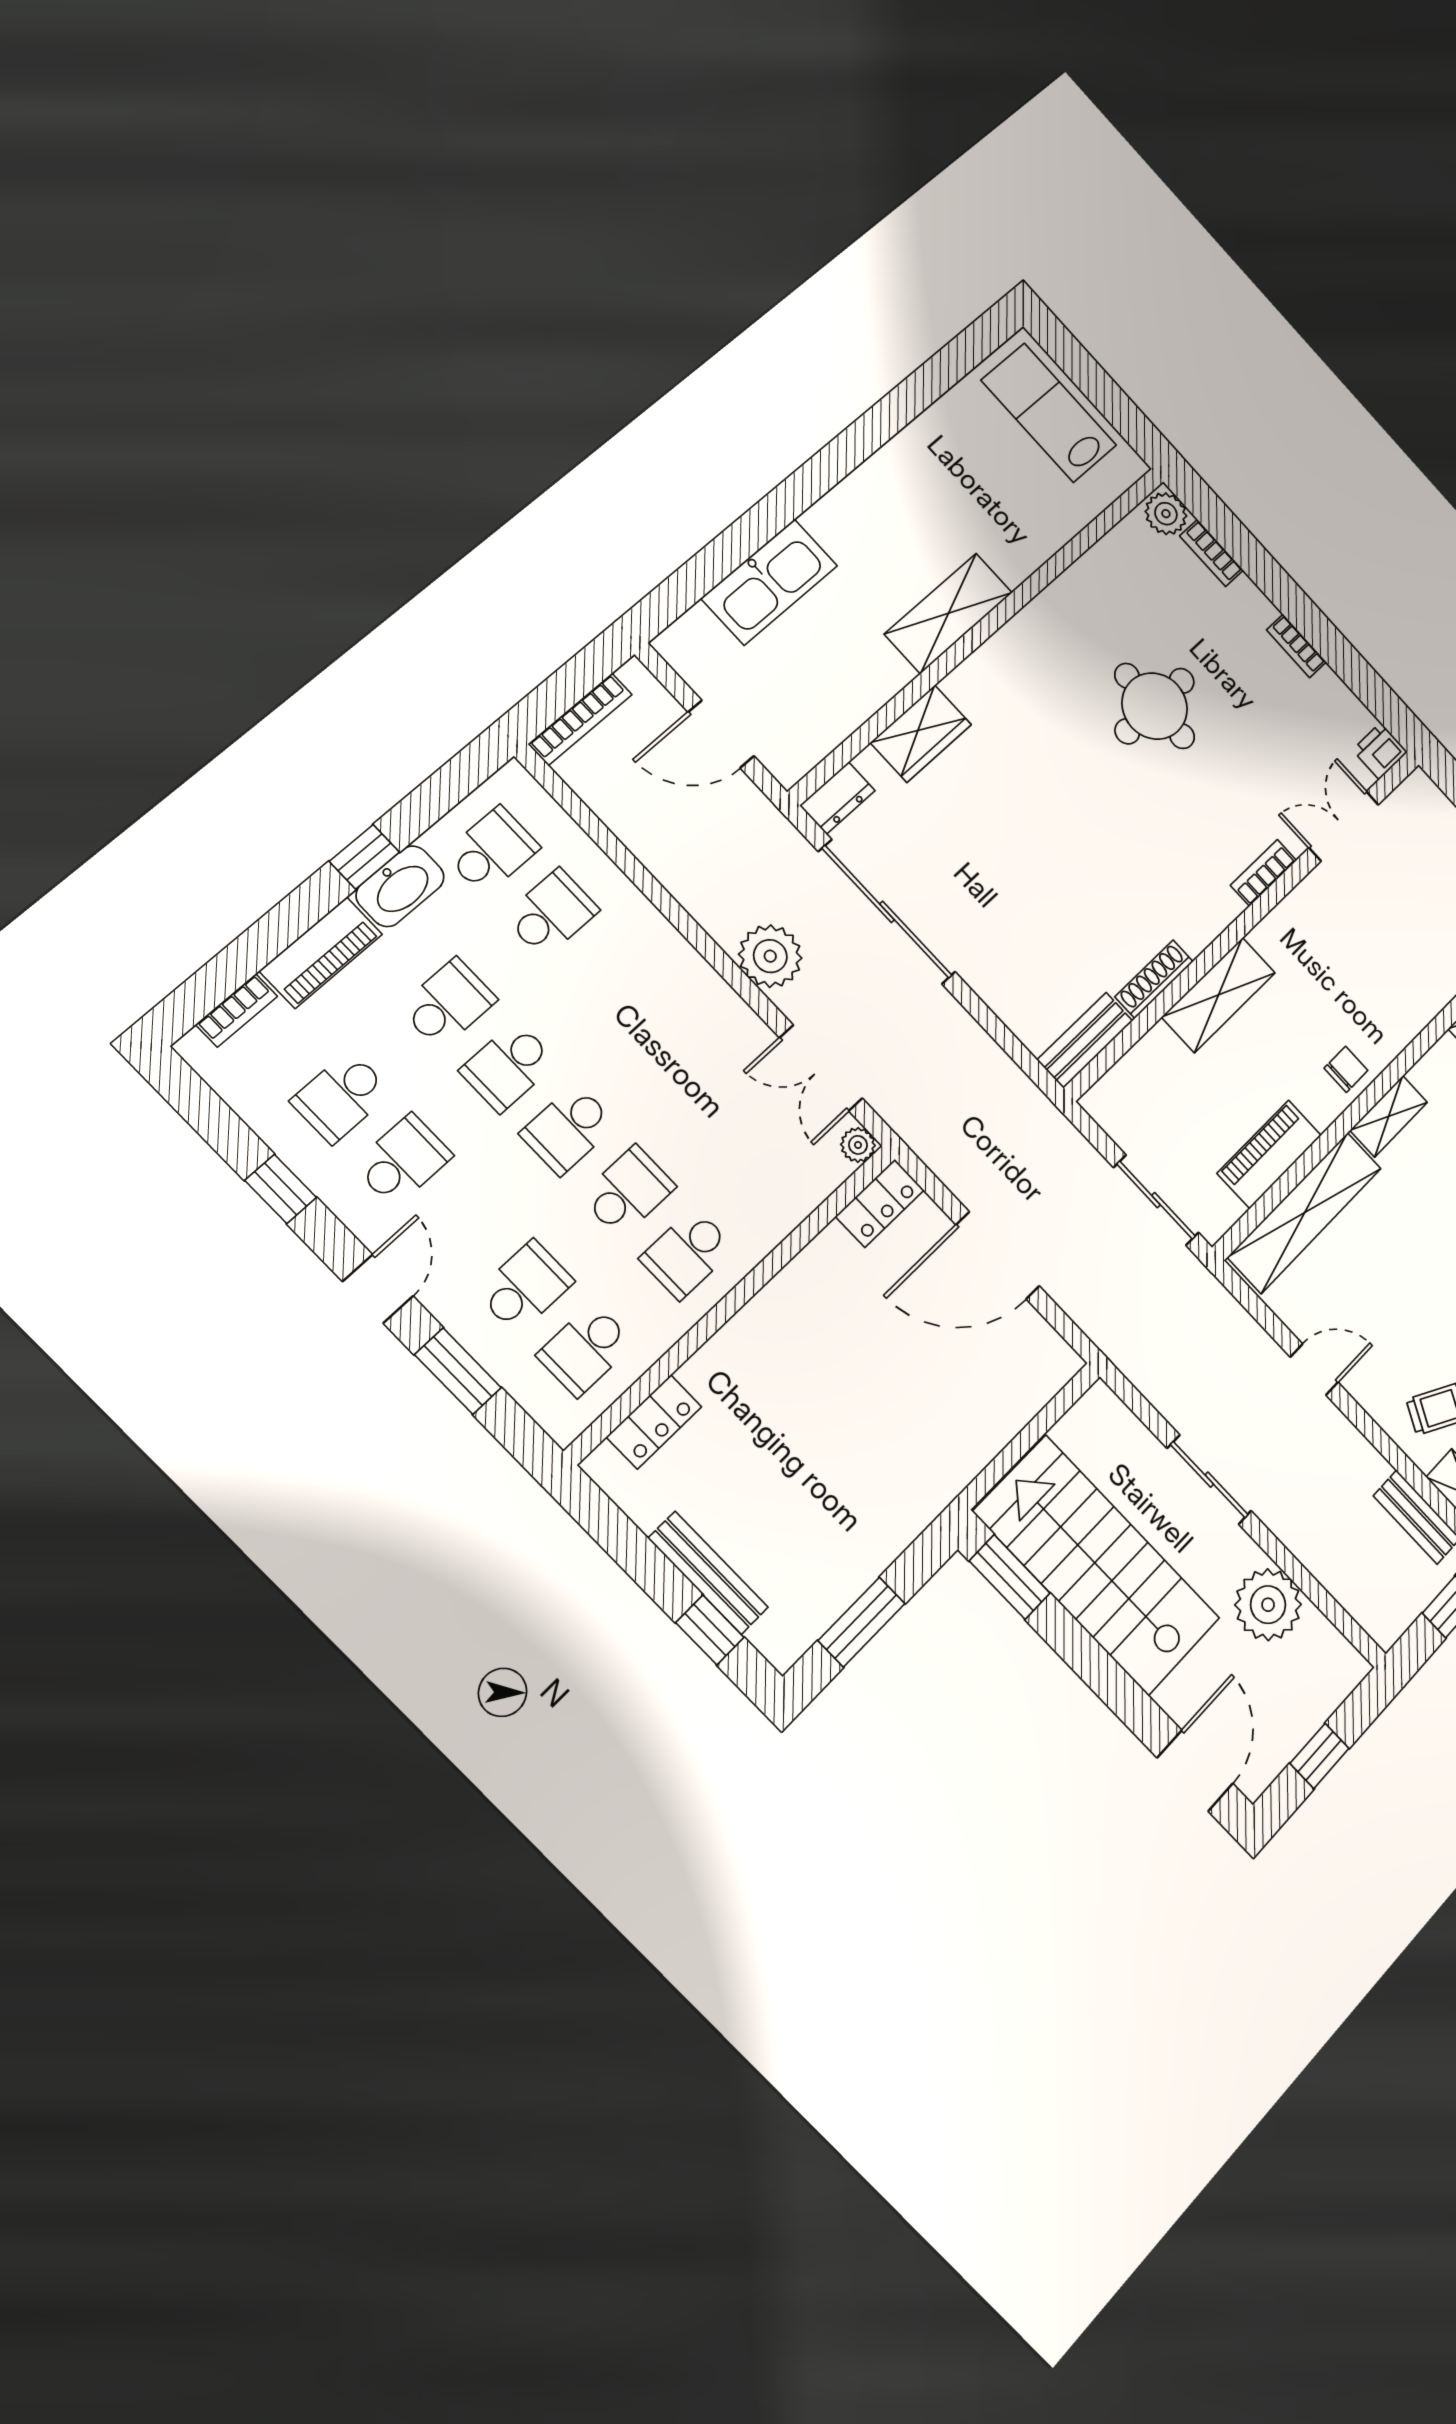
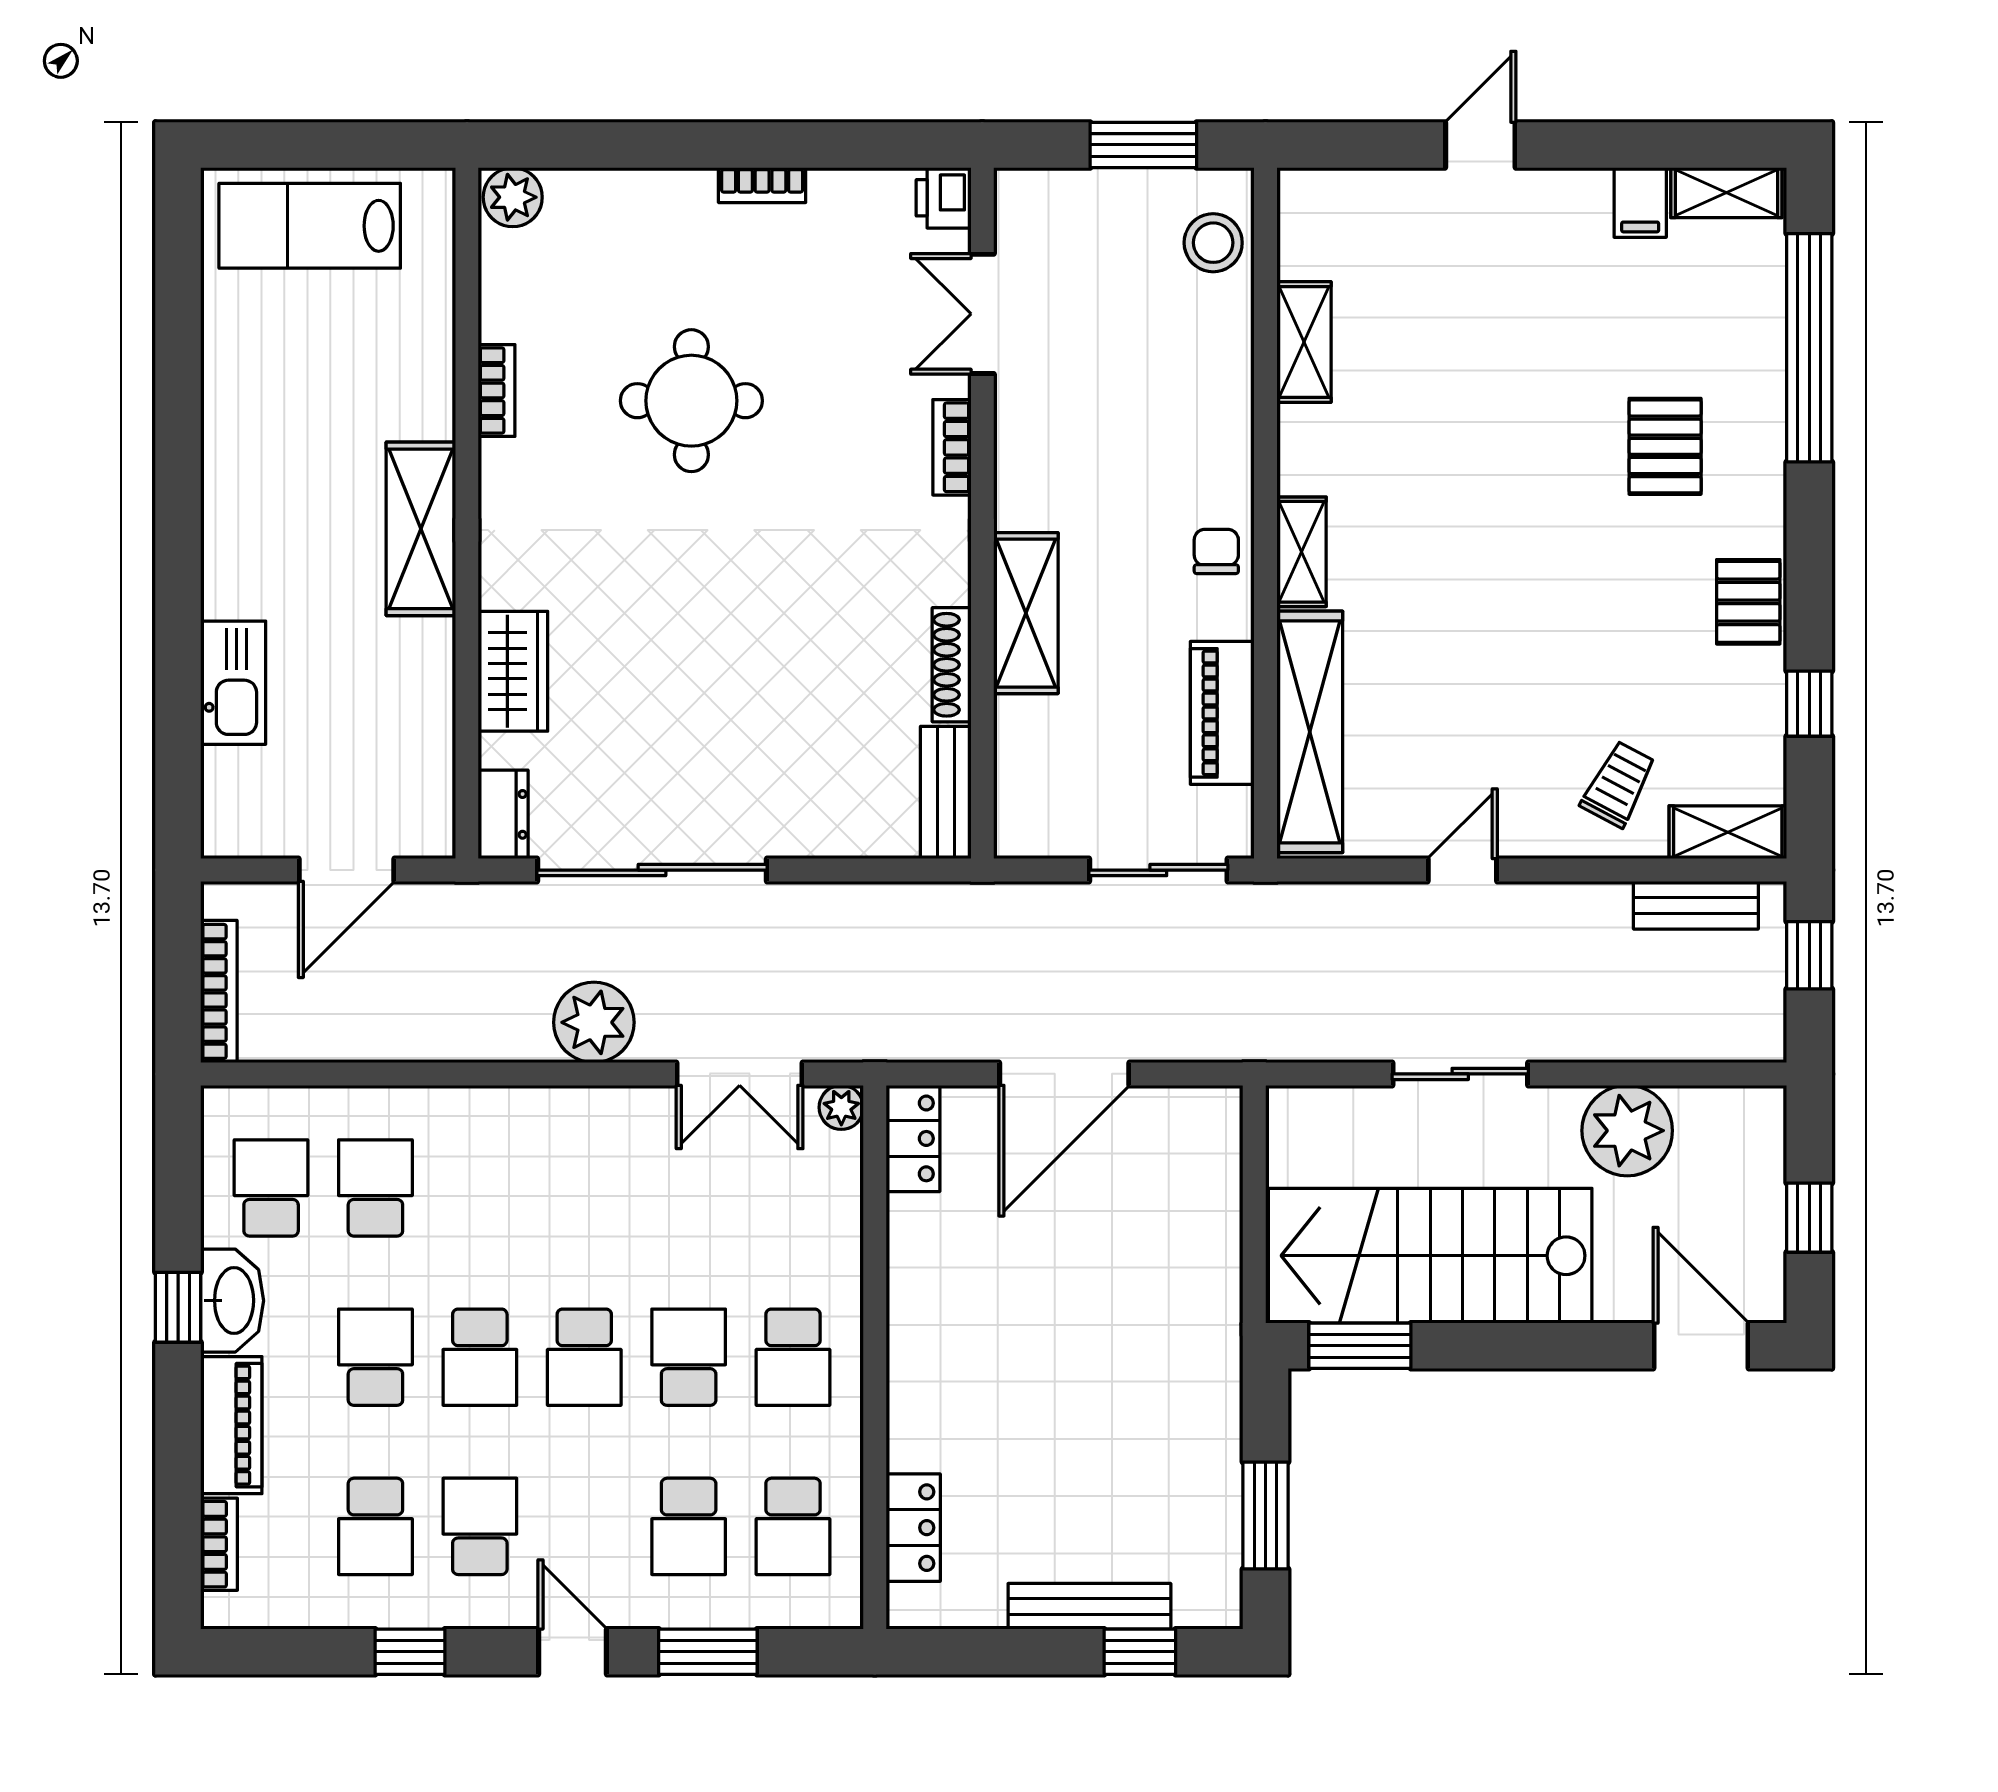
bookcase: (1212, 553) -> (497, 390), moved, turned -90
kitchen sink: (769, 582) -> (233, 683), width x0.73, depth x0.81
school desk: (525, 1287) -> (689, 1526), turned 180

